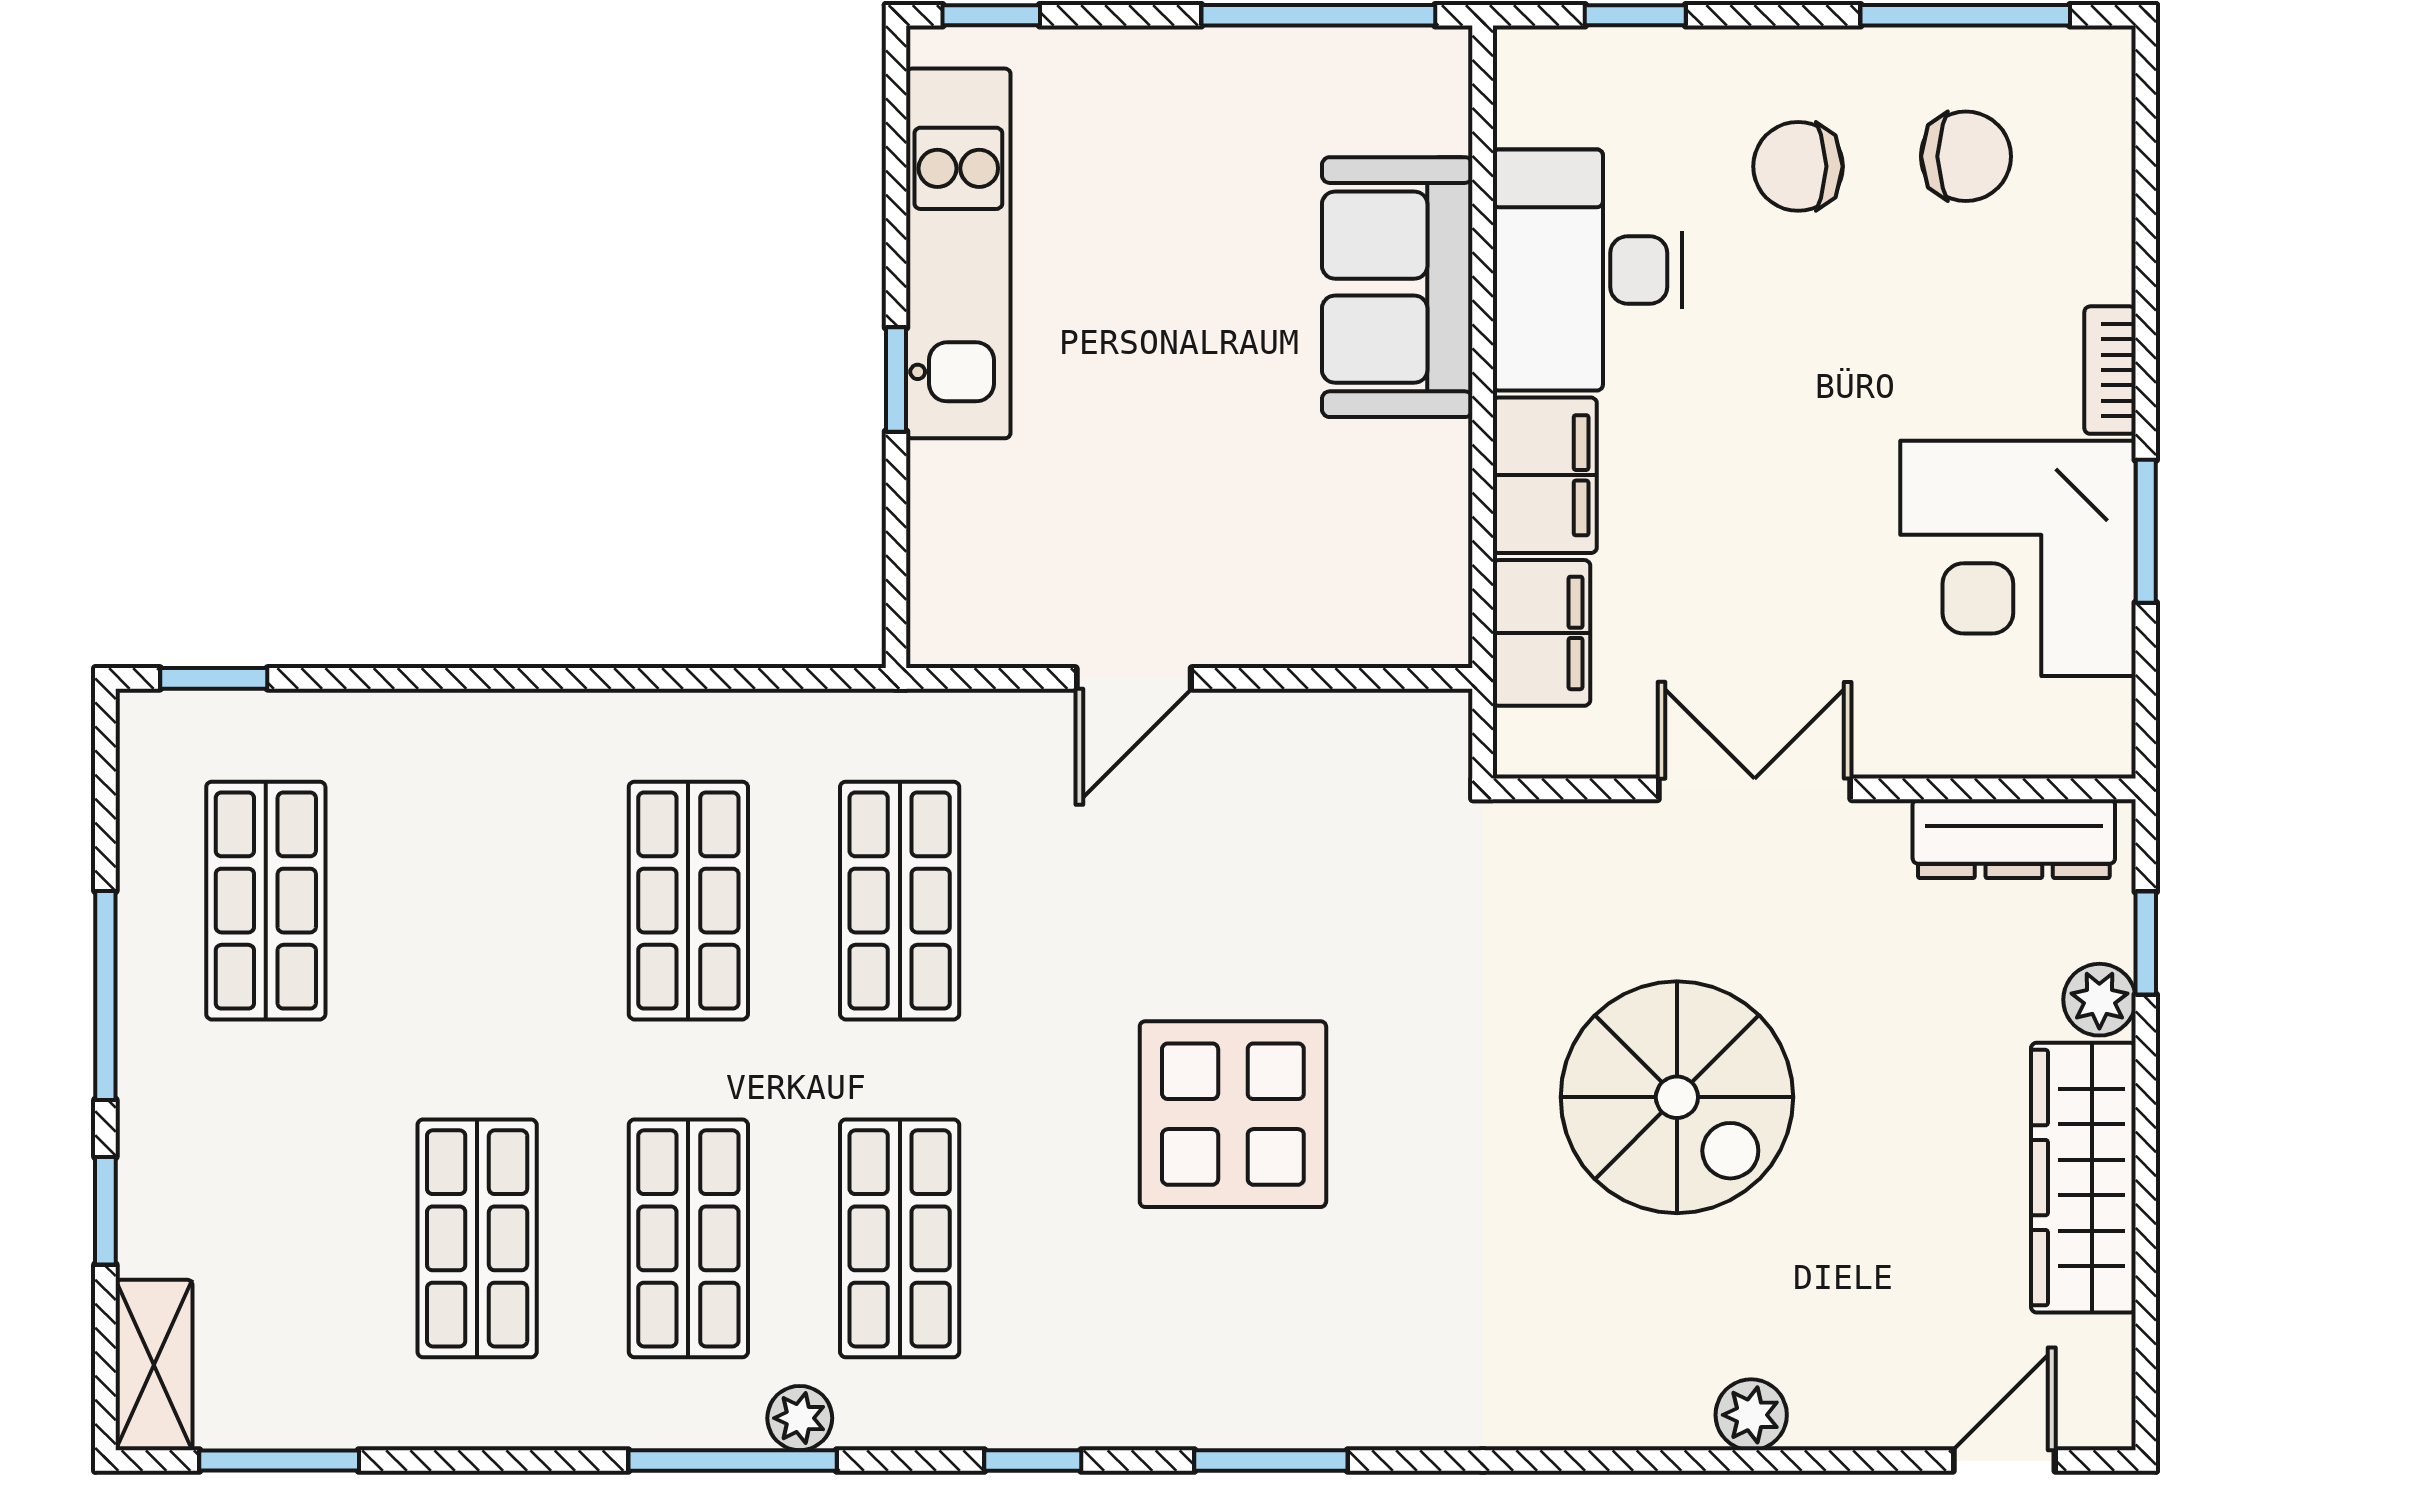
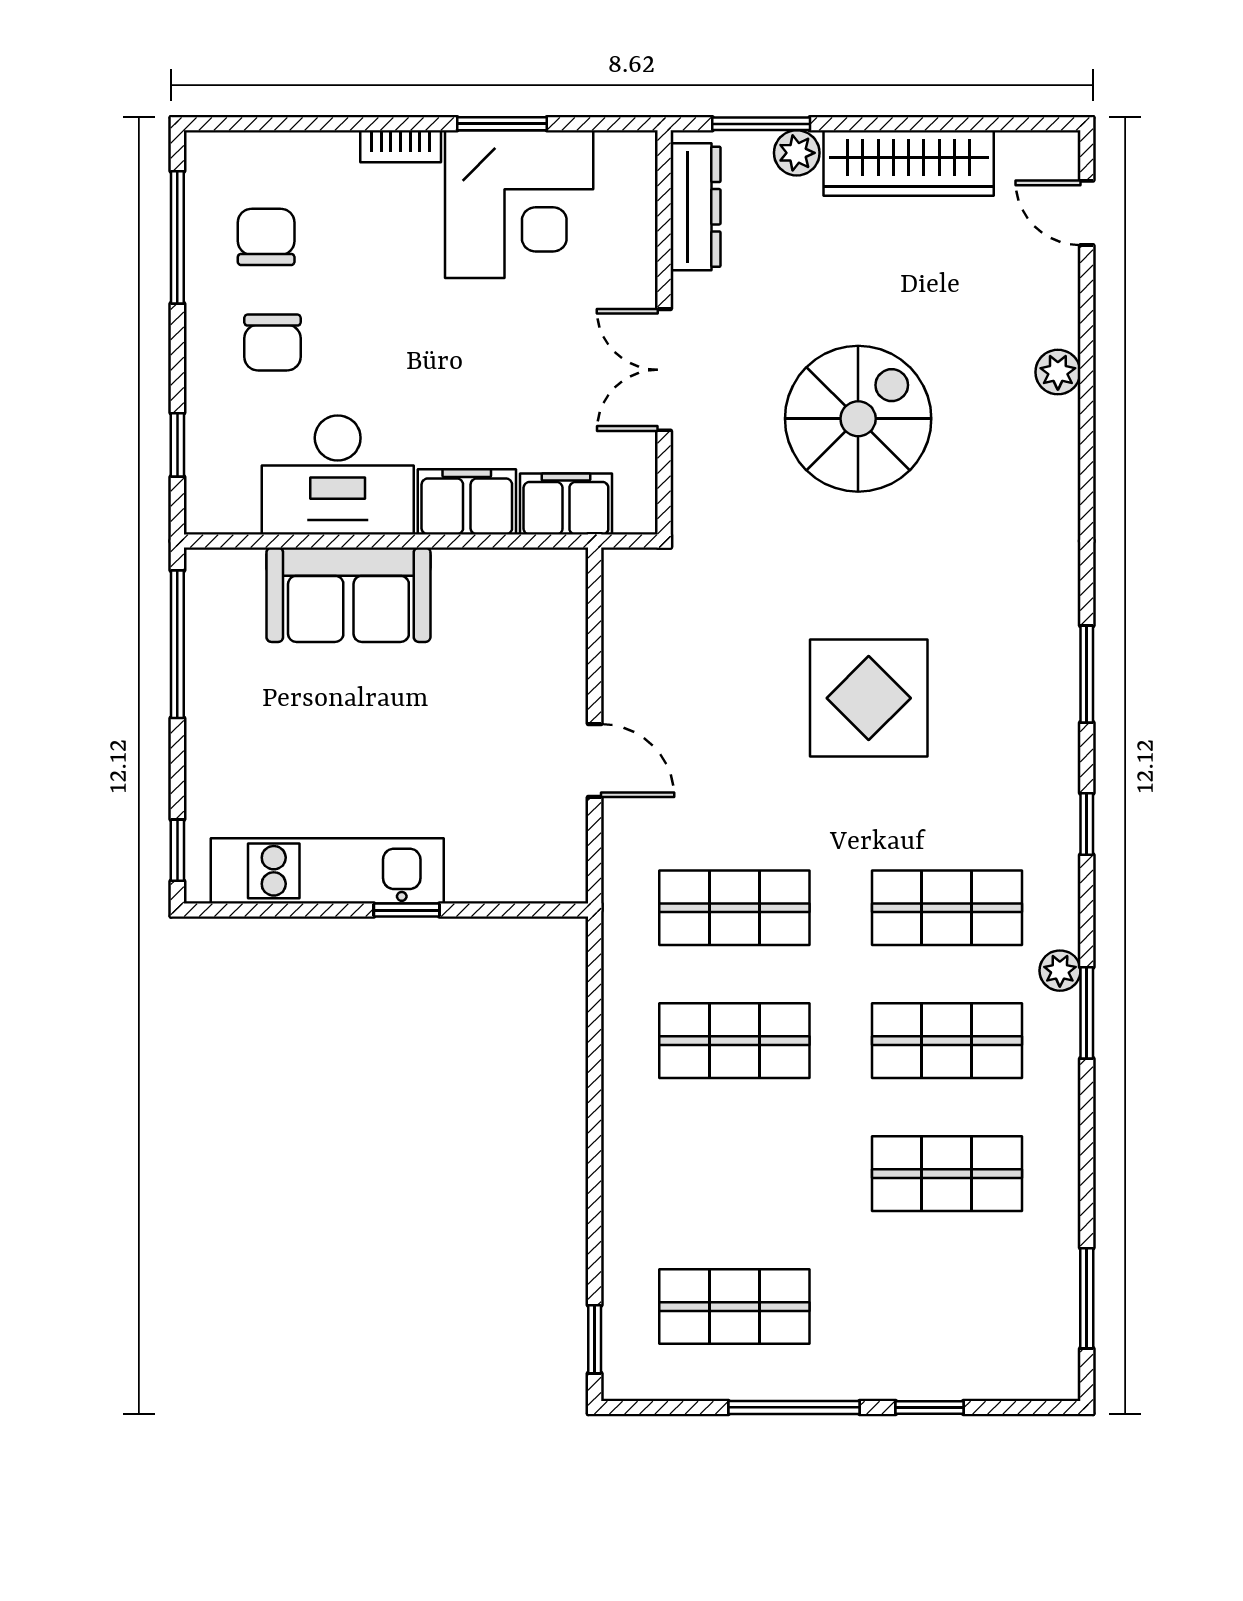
window: (2146, 943) -> (761, 124), width x1.50
shelving: (154, 1365) -> (1027, 1377), removed
window: (733, 1461) -> (1087, 1013), width x0.69

